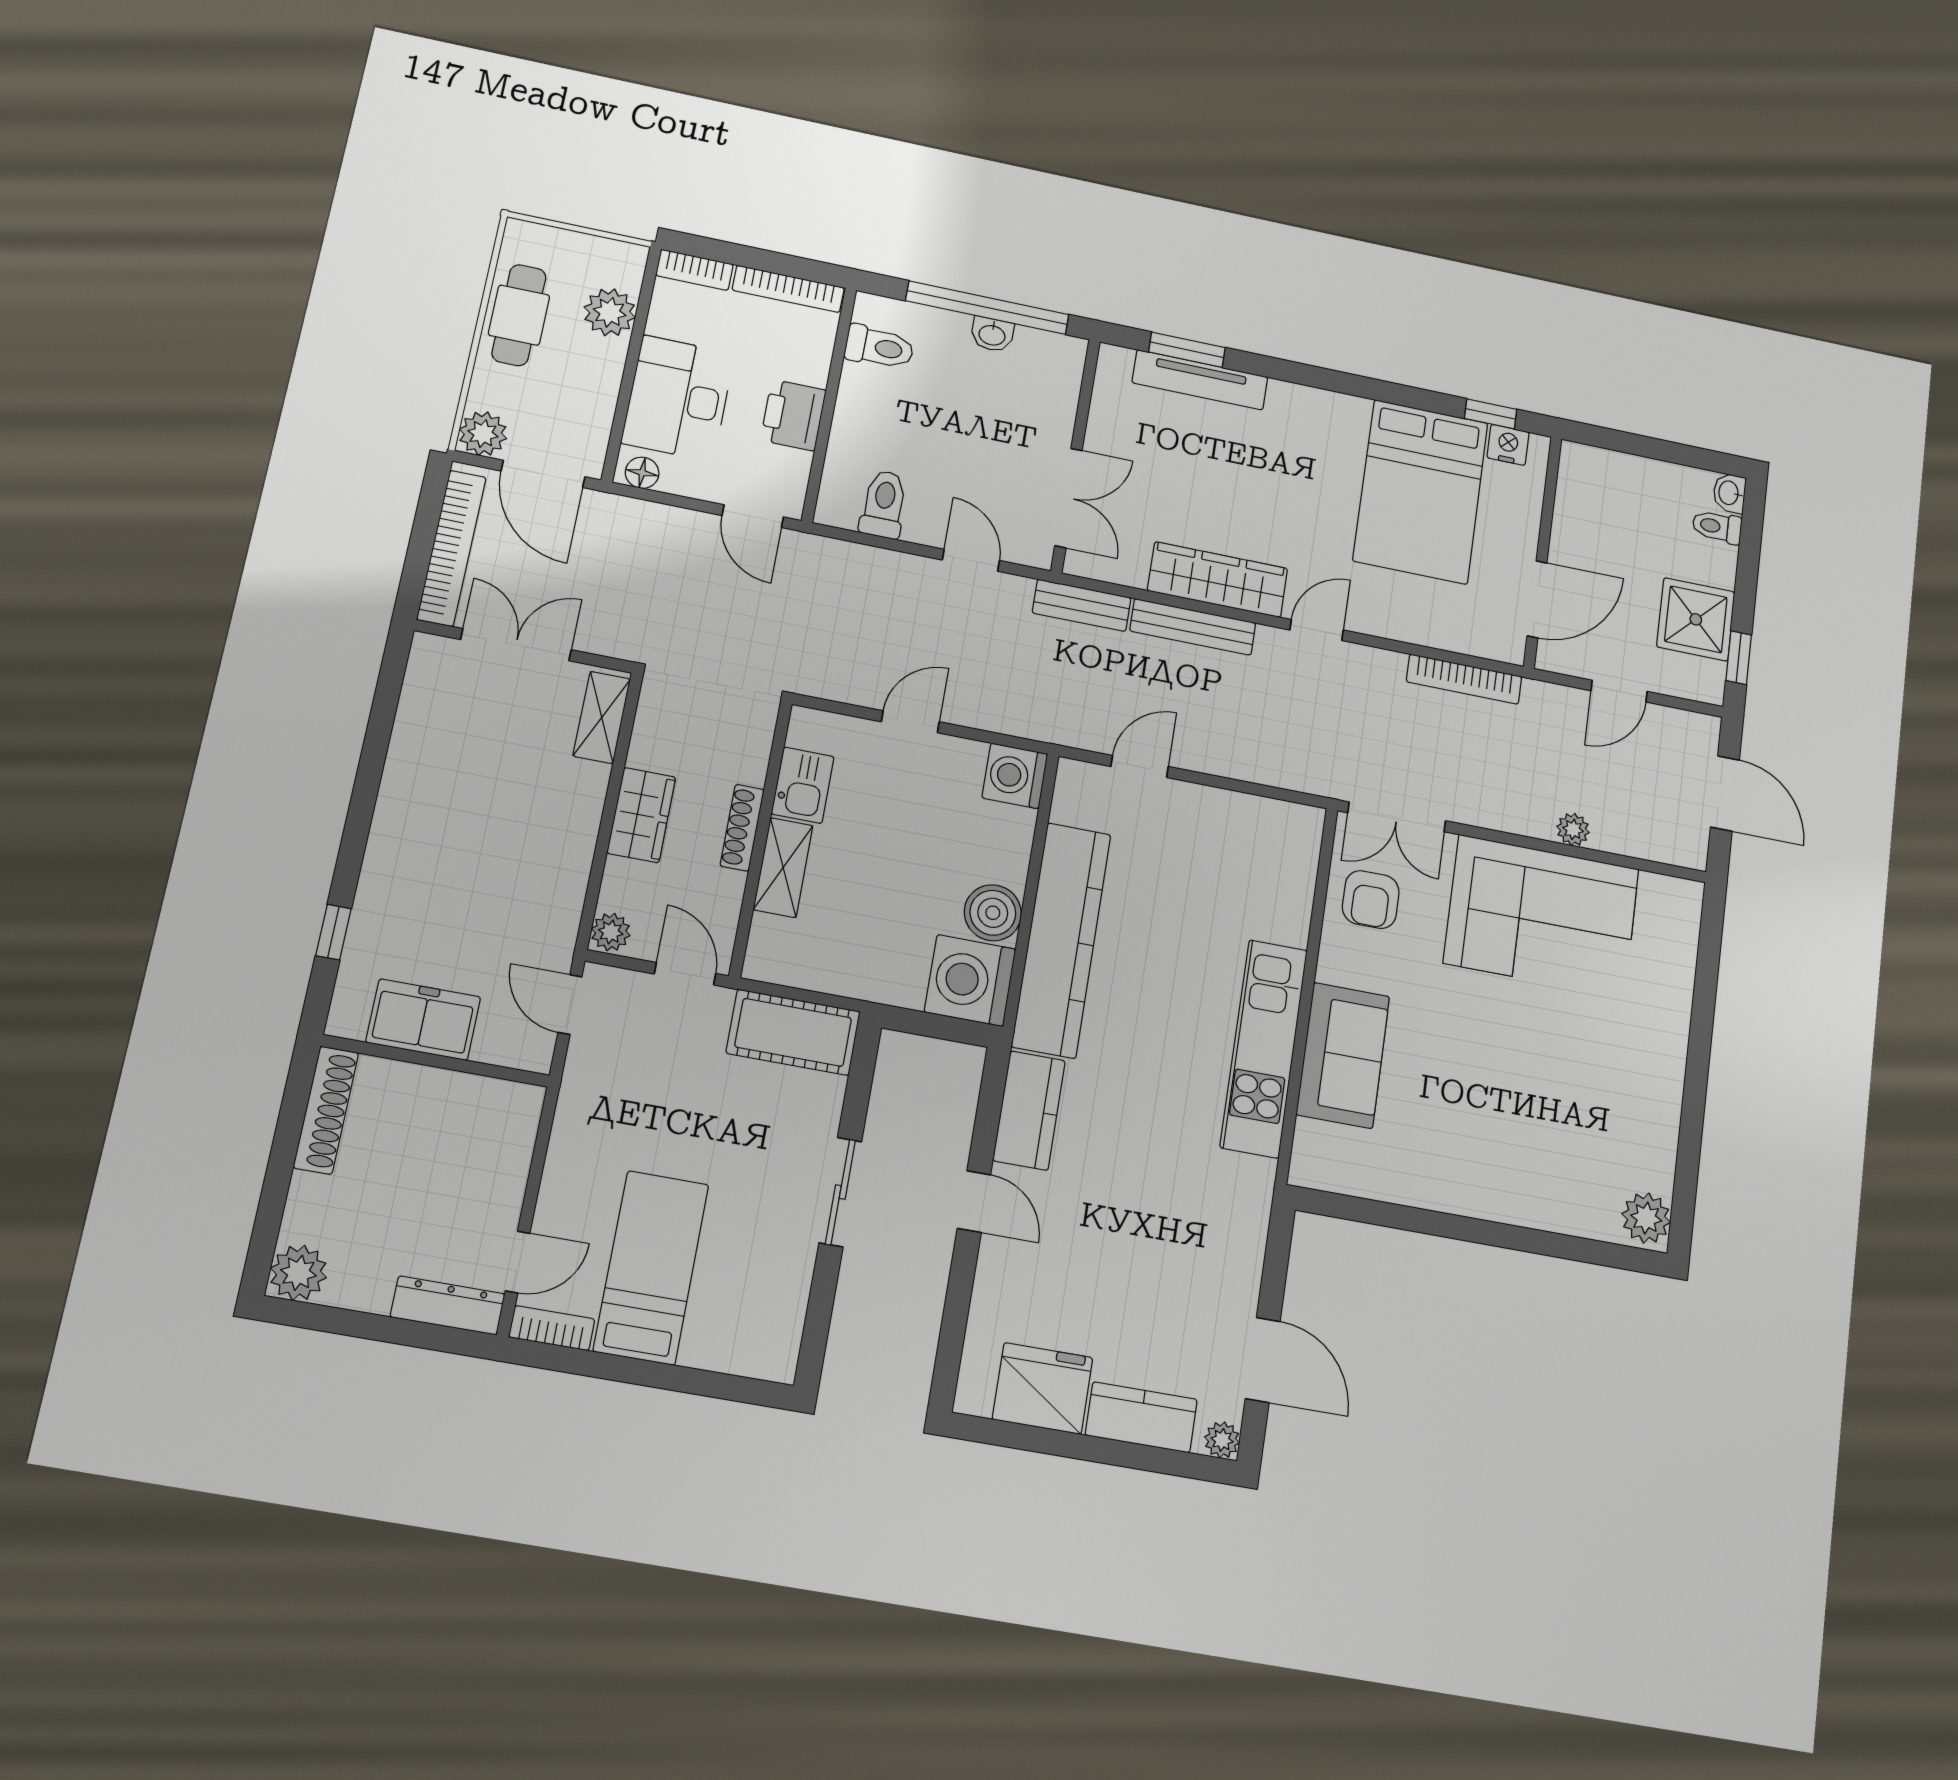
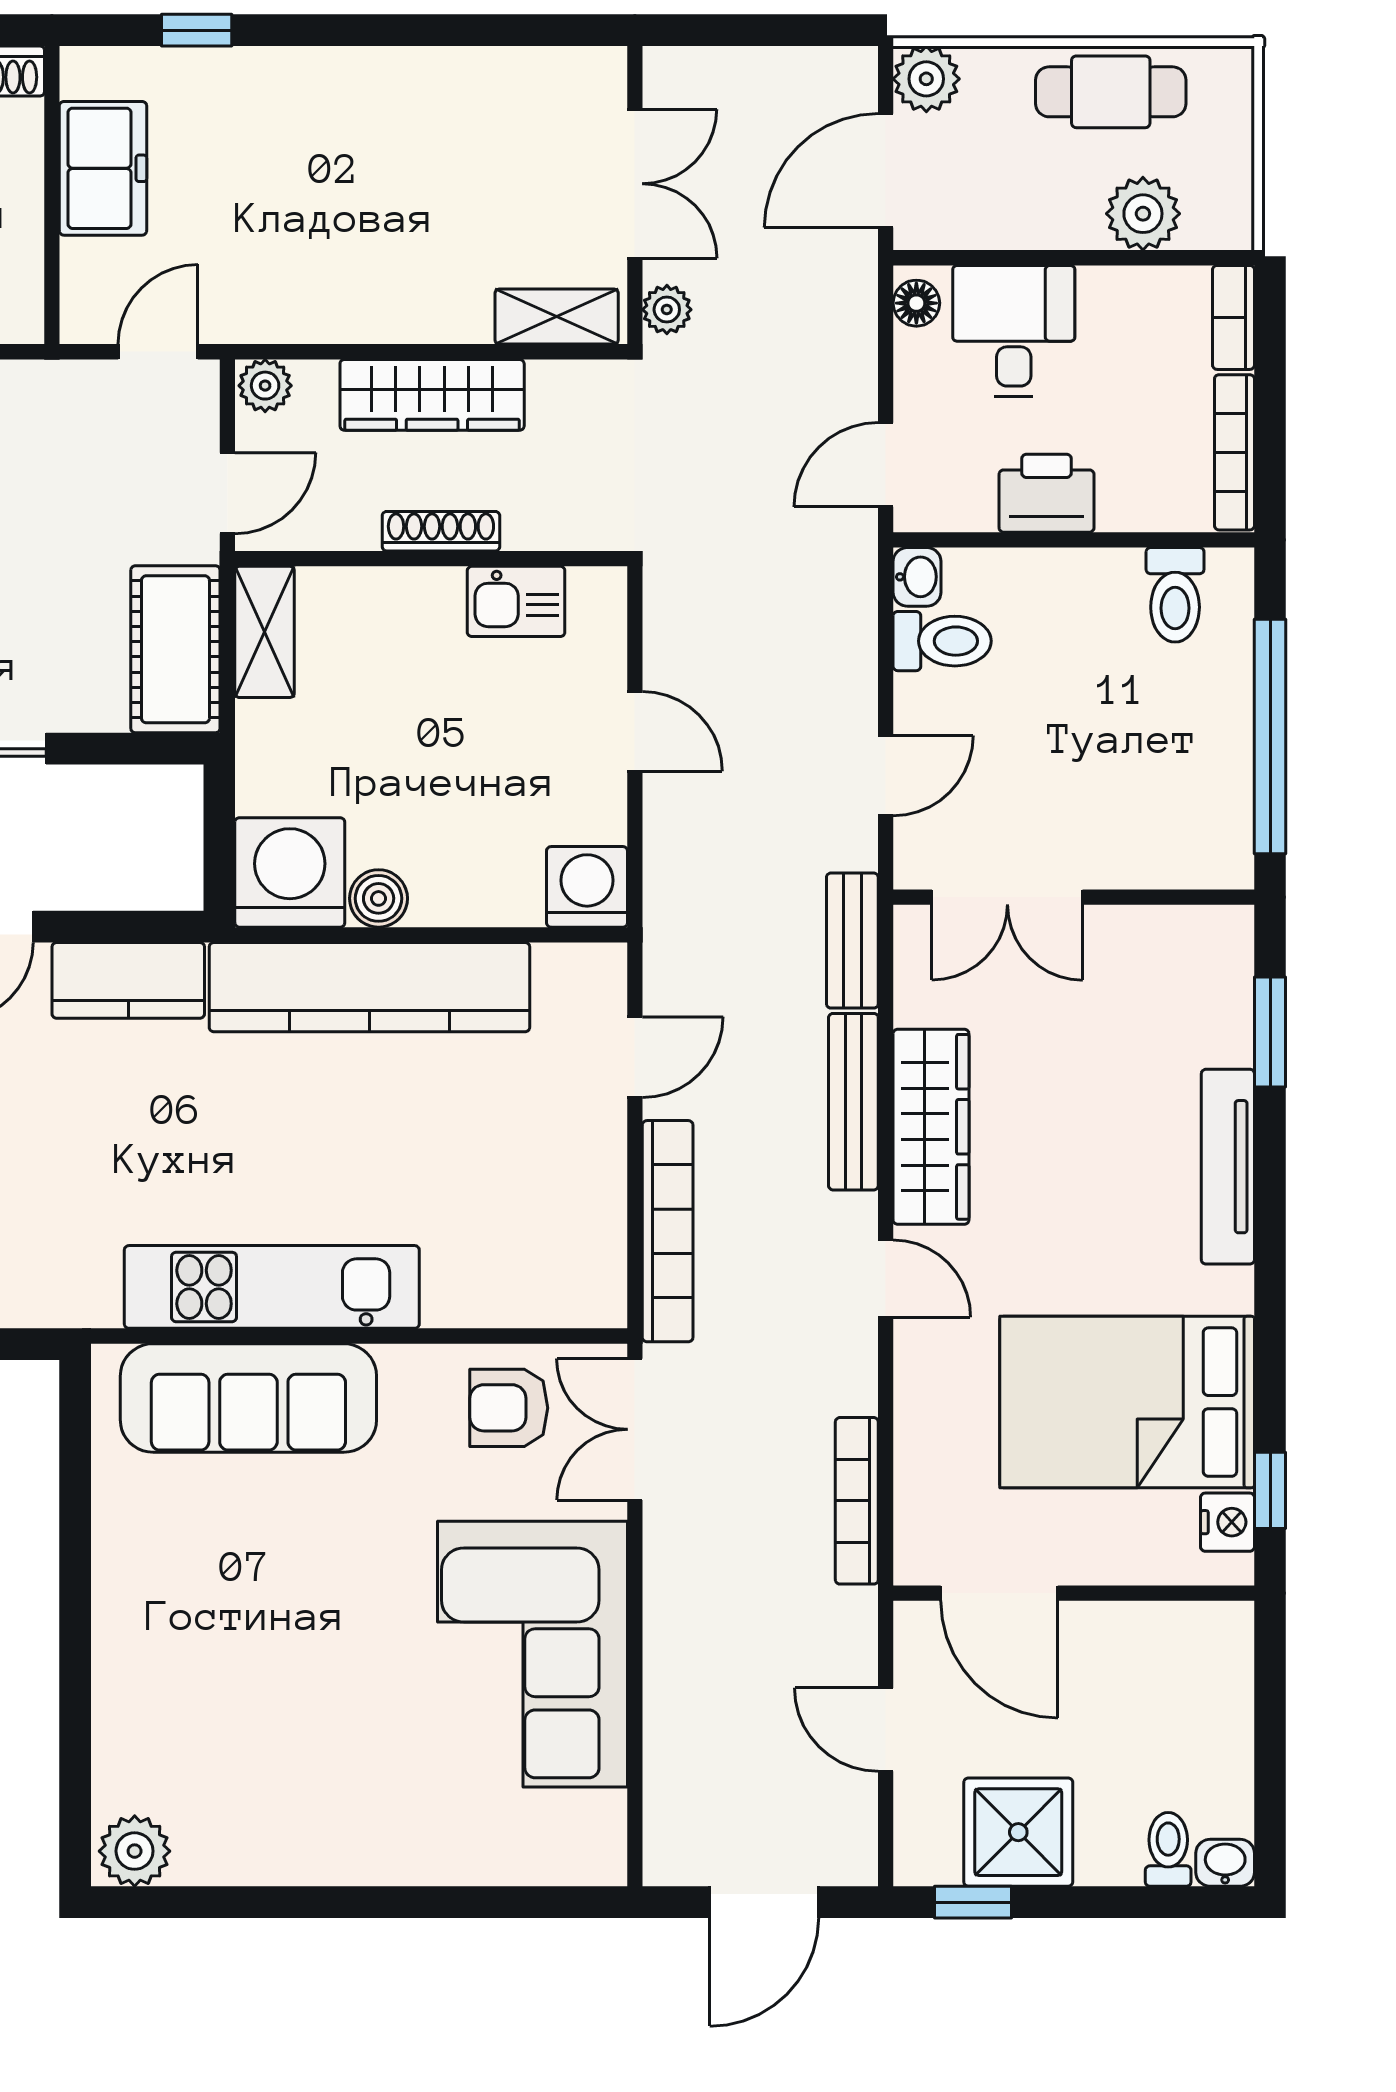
washbasin: (992, 334) -> (917, 577), moved, turned 180
tv unit: (1200, 380) -> (1228, 1167), moved
desk: (678, 398) -> (1014, 331), width x0.73
bookcase: (451, 548) -> (668, 1231), moved, turned -90
door: (1140, 767) -> (635, 1057), hinge flipped
wardrobe: (641, 815) -> (432, 395), width x1.50
plant: (1573, 829) -> (667, 310), moved
shelving: (783, 868) -> (265, 632), moved, turned 90
boiler: (993, 913) -> (379, 898), width x0.73, depth x0.73
sofa: (1343, 1055) -> (248, 1398), width x1.36

